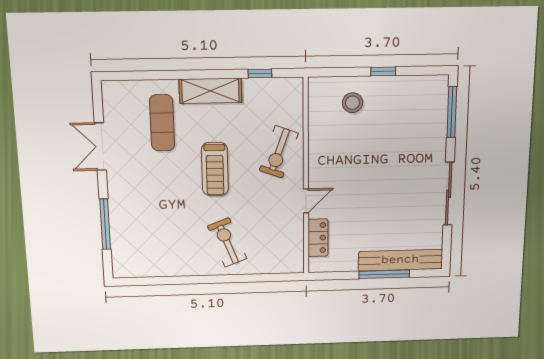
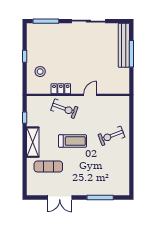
door: (306, 201) -> (90, 95), hinge flipped
locker: (318, 238) -> (61, 89), moved

